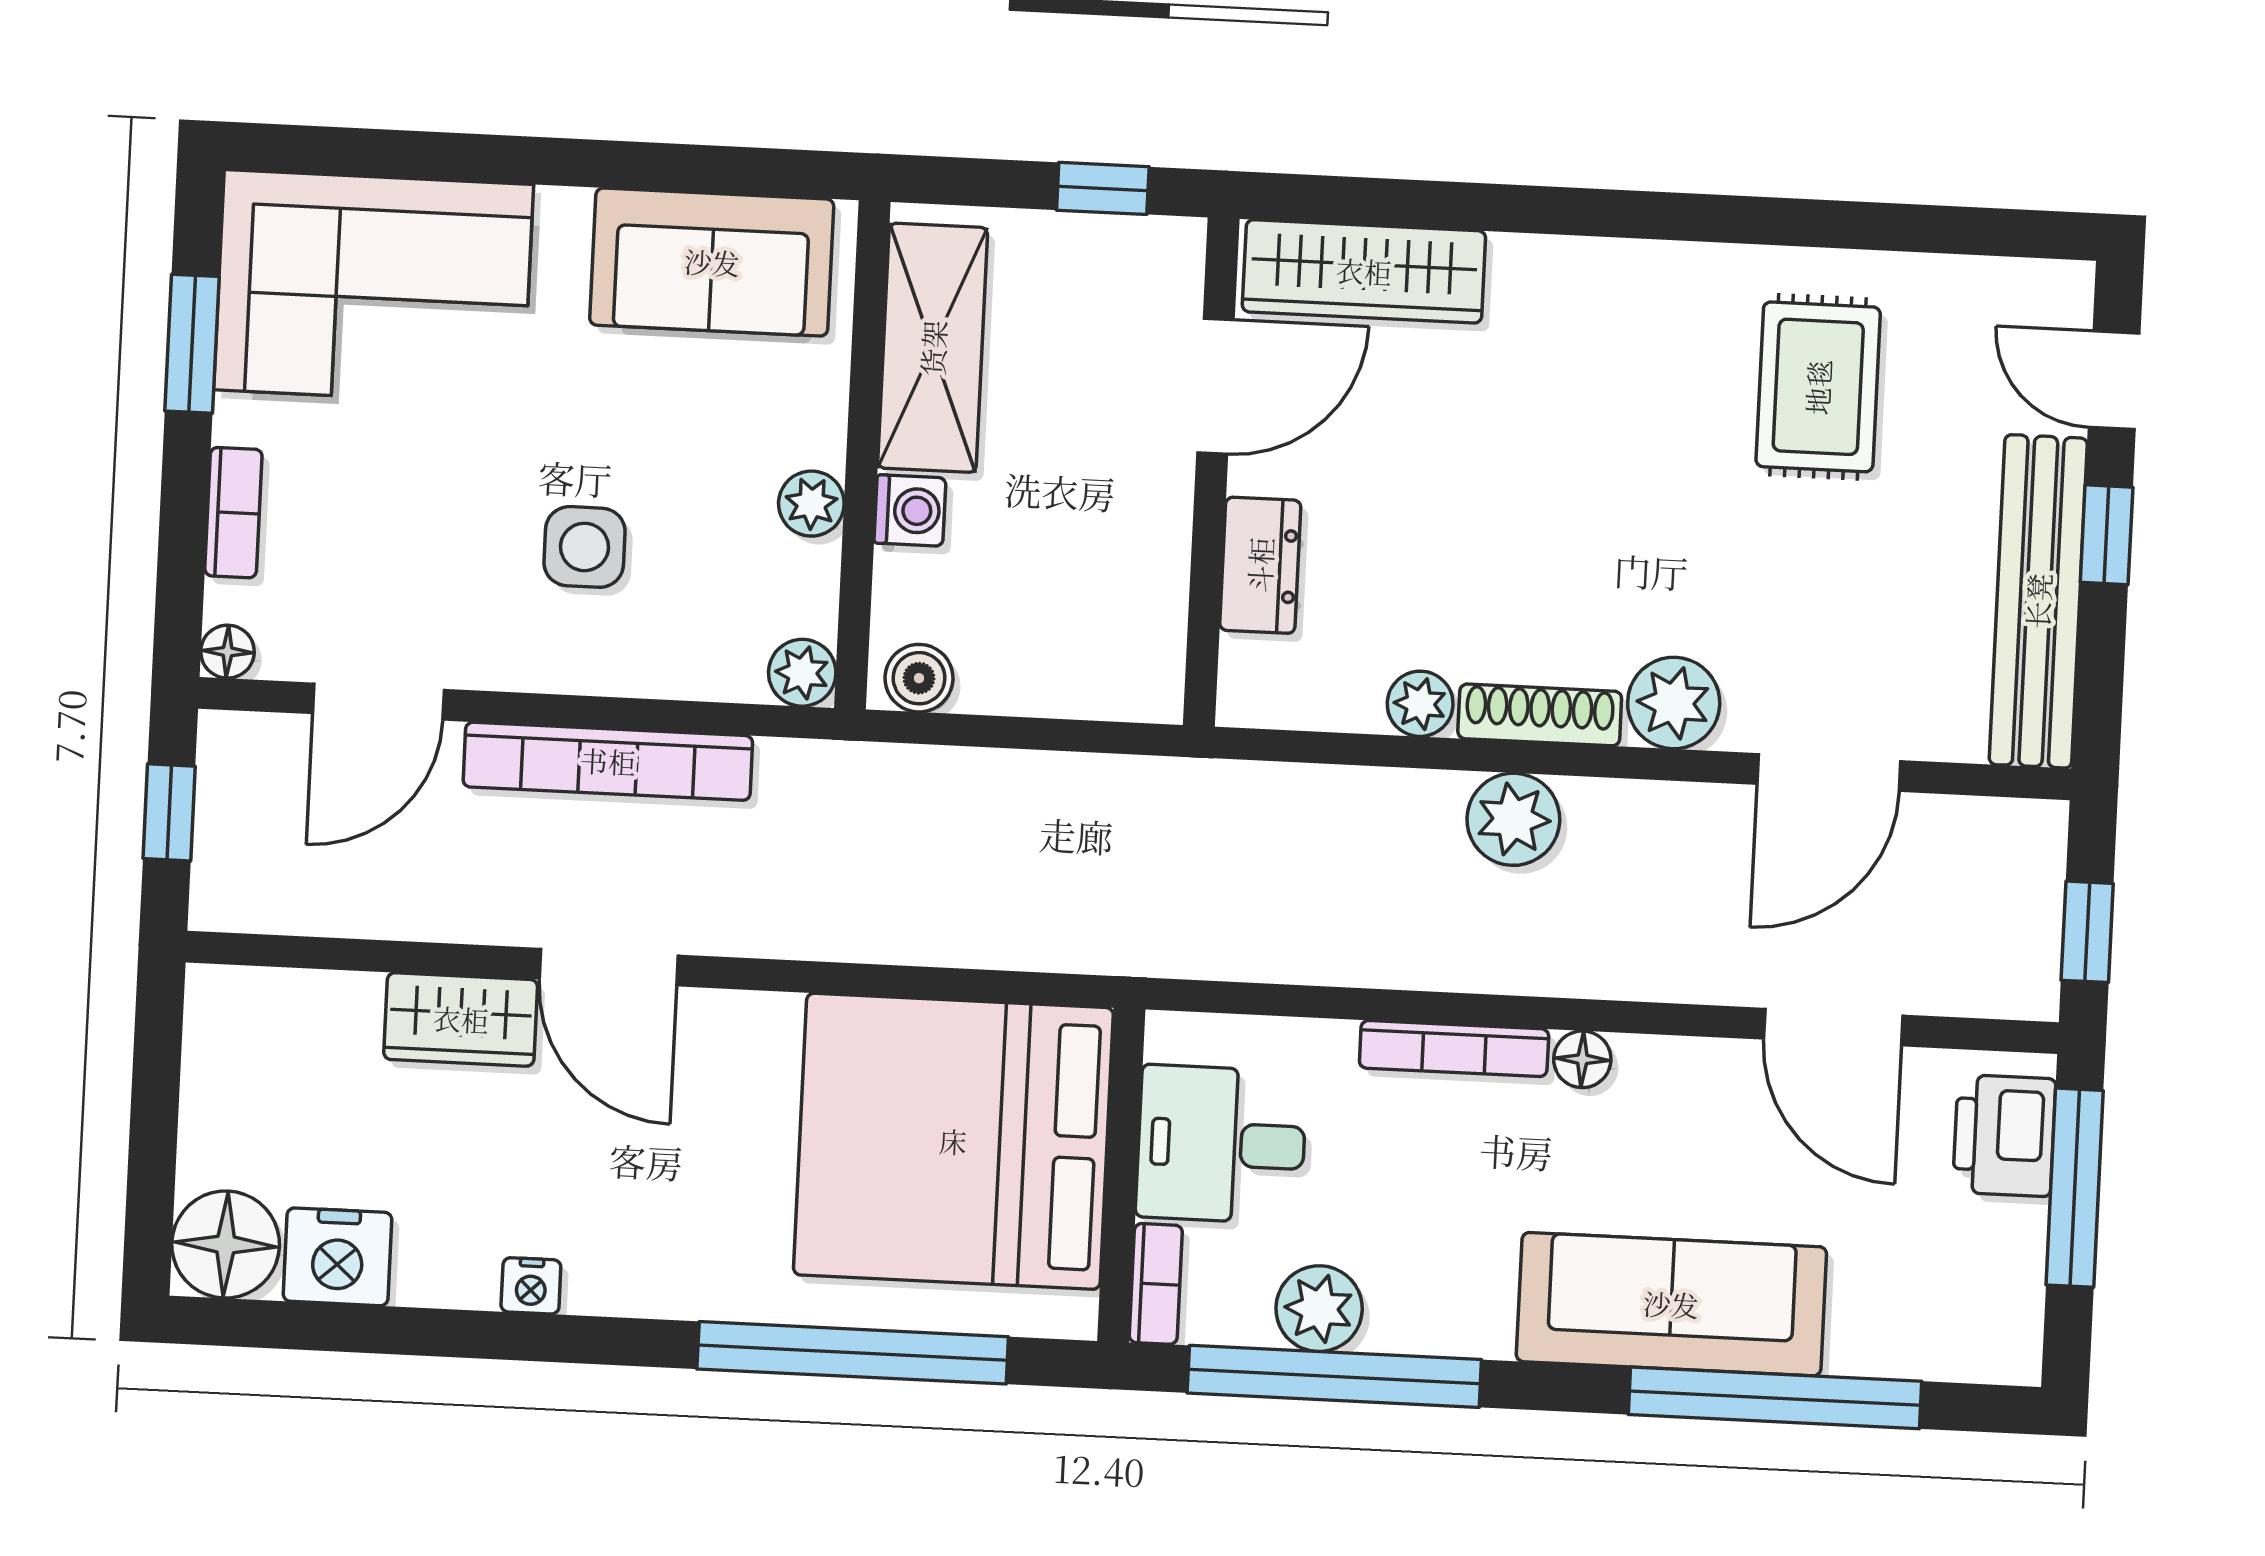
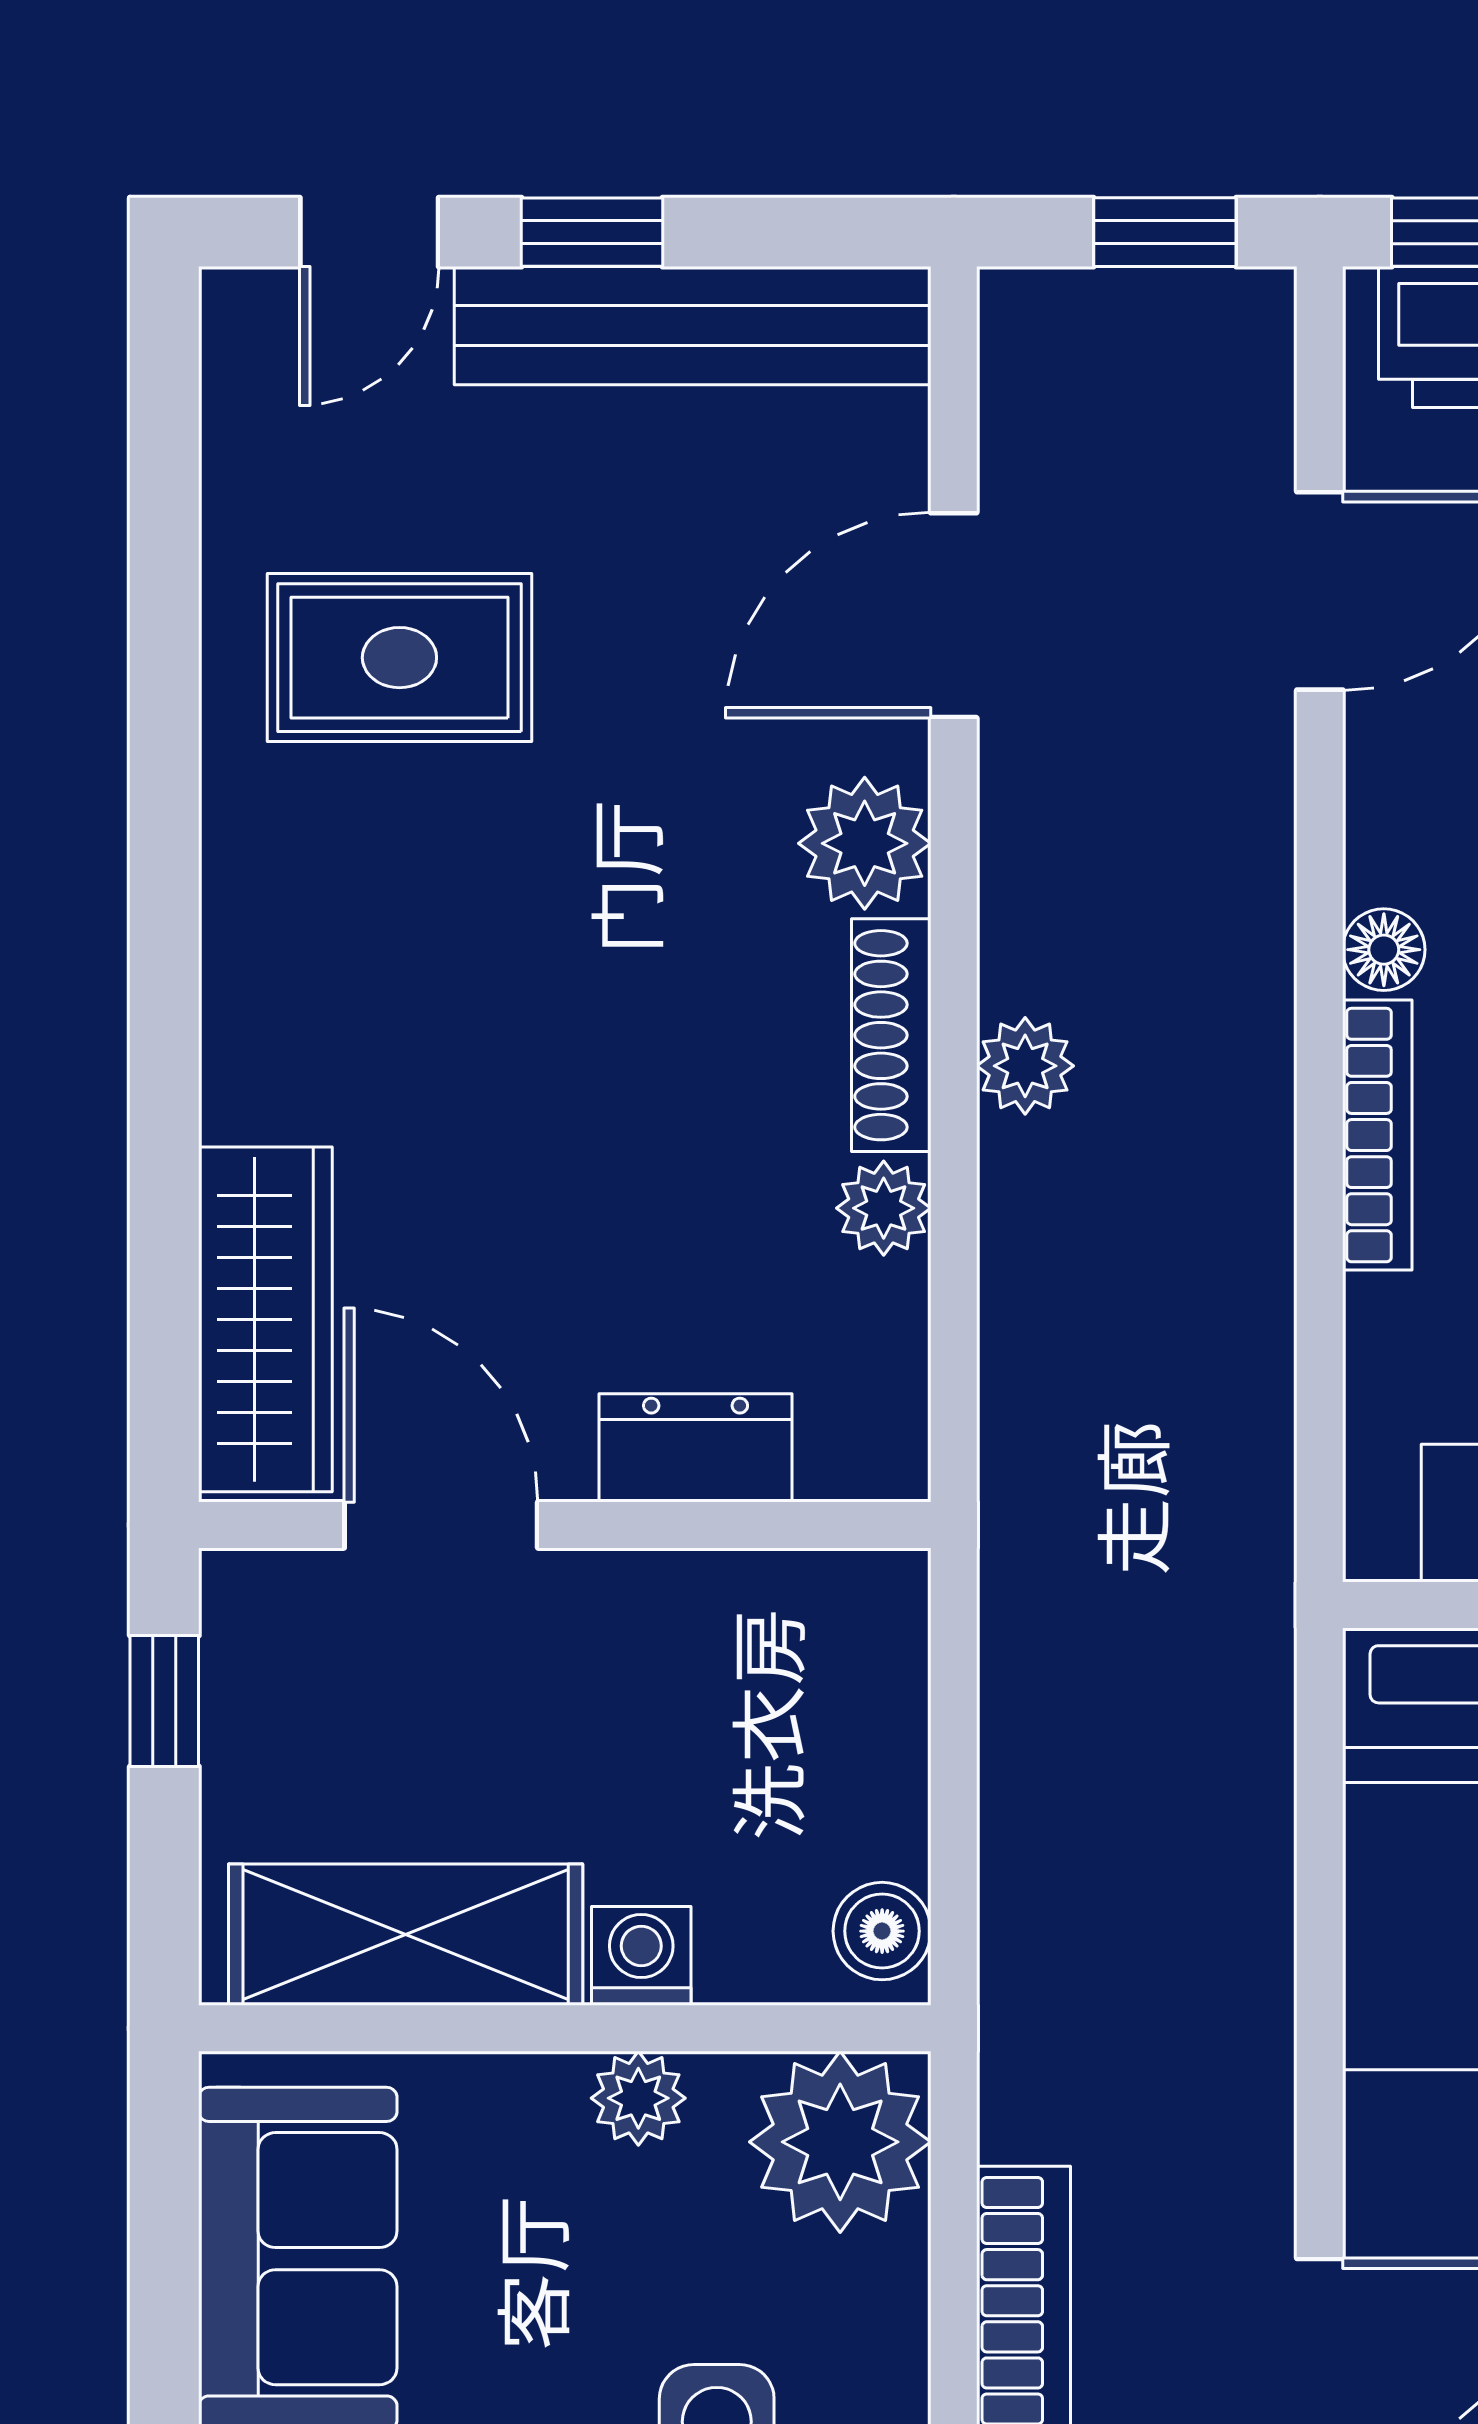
plant: (802, 673) -> (840, 2142), width x1.88, depth x1.88
door: (1829, 772) -> (954, 615), swing flipped
plant: (1513, 819) -> (1025, 1066), width x0.73, depth x0.73

